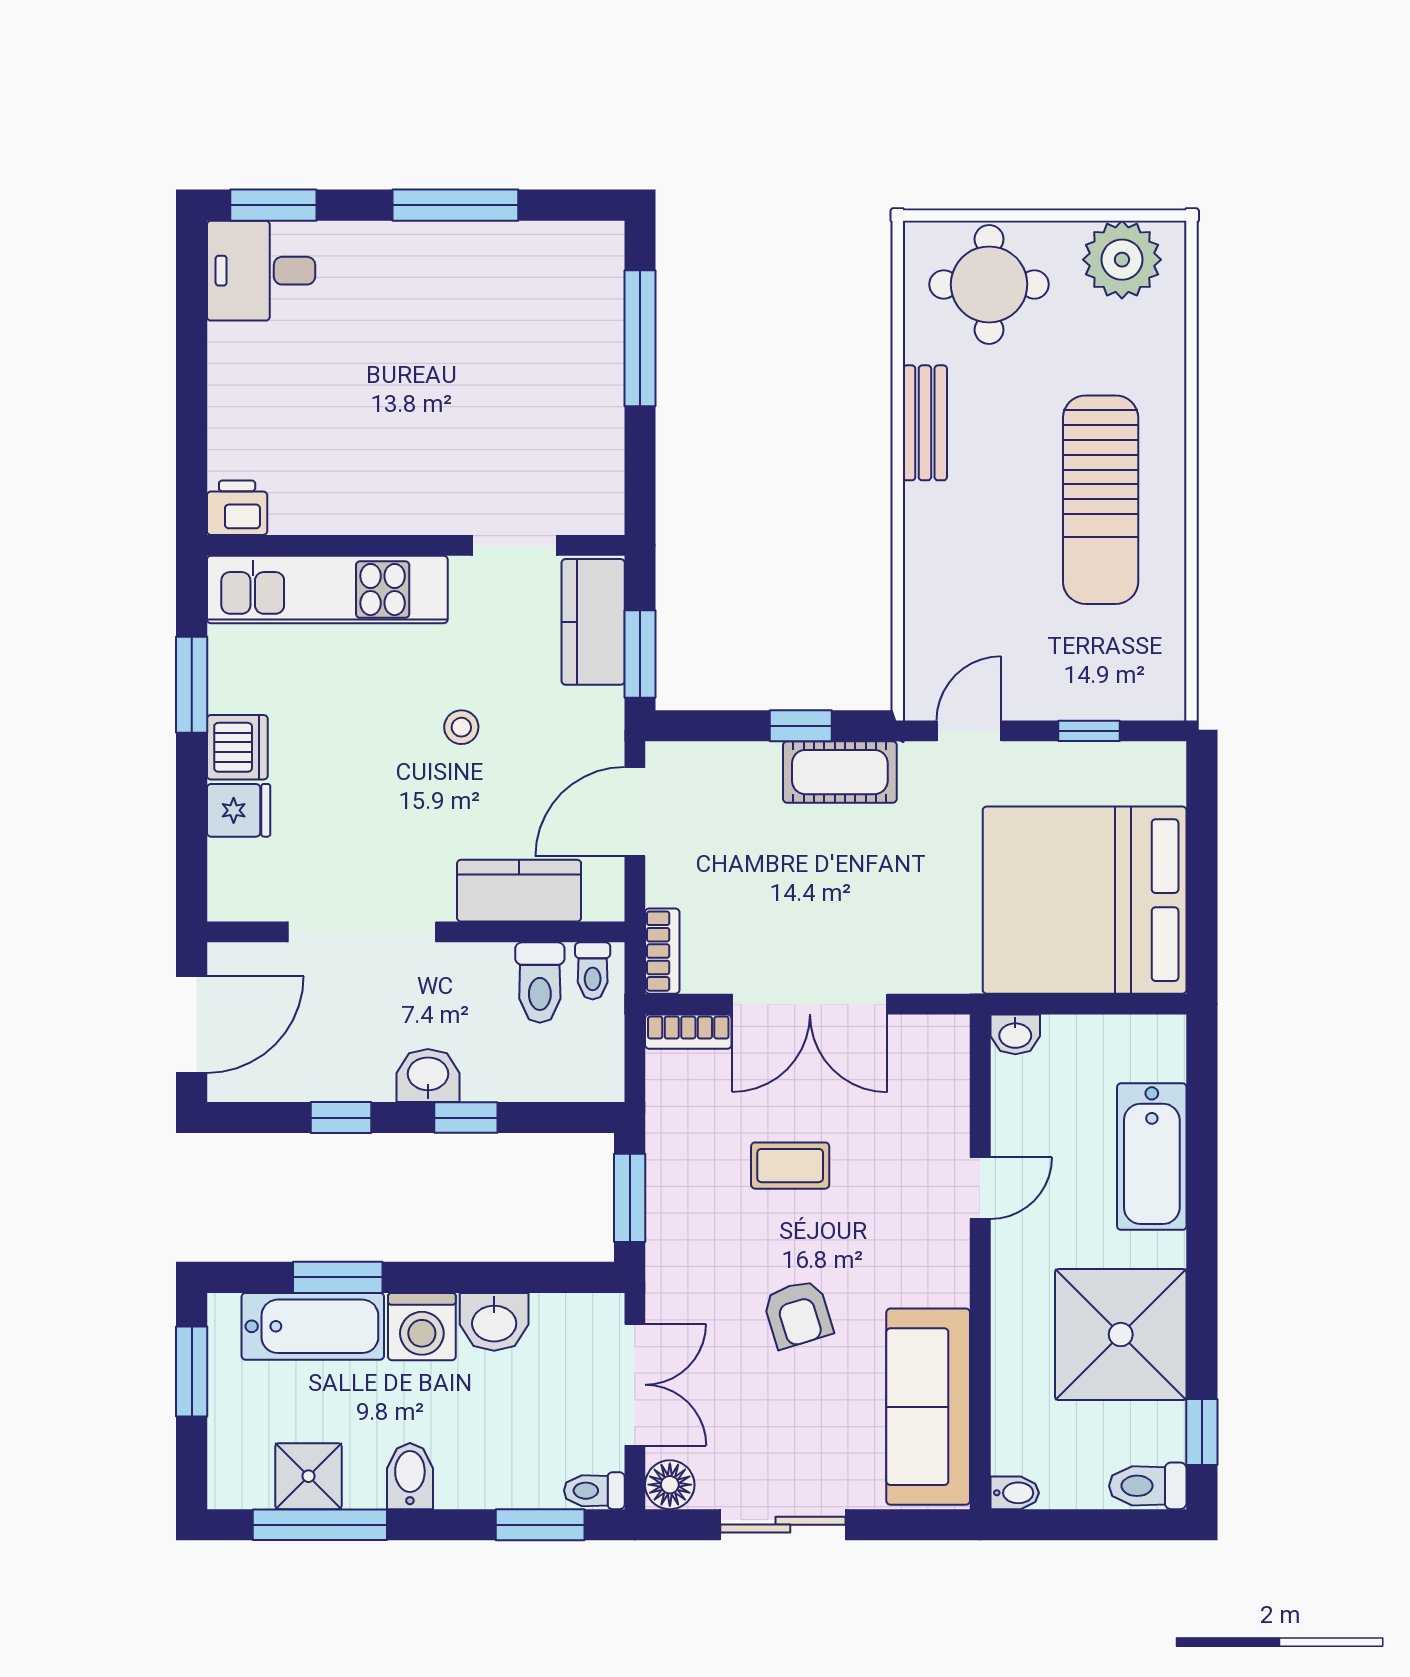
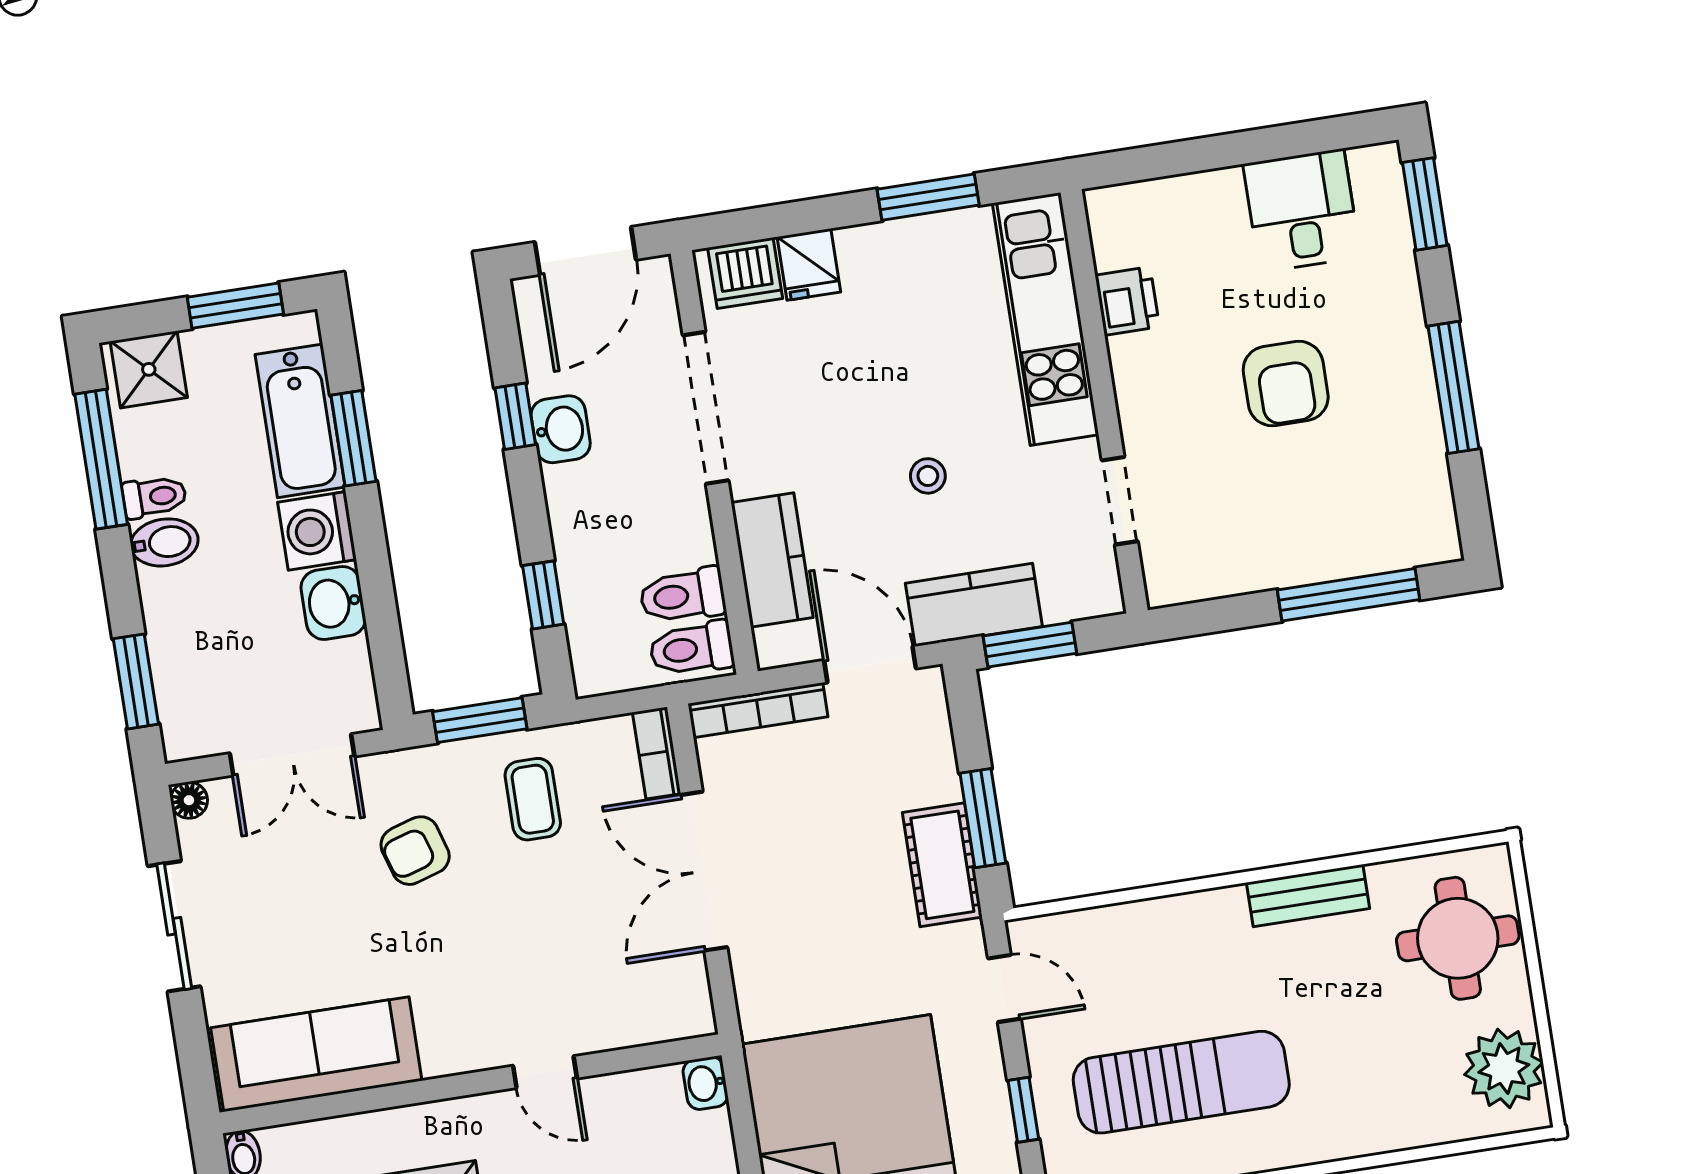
desk: (261, 271) -> (1302, 210), moved
armchair: (426, 367) -> (1286, 384), added
sun lounger: (1101, 500) -> (1181, 1082), moved, turned 180
printer: (237, 508) -> (1127, 301), moved
kitchen counter: (593, 622) -> (974, 605), moved
window: (801, 726) -> (983, 818), width x1.50
dishwasher: (237, 747) -> (745, 273), moved
bookcase: (662, 951) -> (758, 710), width x1.56
toilet: (593, 971) -> (692, 649), width x1.37, depth x1.39
door: (192, 1024) -> (585, 251), hinge flipped
washbasin: (428, 1075) -> (561, 429), moved
window: (466, 1118) -> (543, 595), moved
coffee table: (790, 1166) -> (533, 799), moved
armchair: (798, 1314) -> (415, 851), moved
shower: (308, 1476) -> (149, 369), moved
floor lamp: (670, 1485) -> (189, 800), width x0.73, depth x0.73
toilet: (594, 1491) -> (154, 497), moved, turned 90

